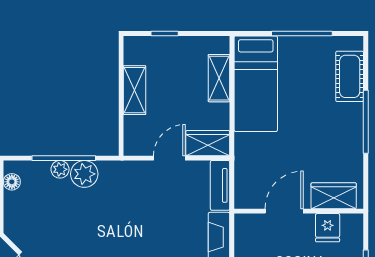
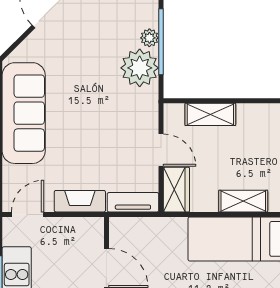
shelving: (135, 90) -> (210, 114), moved
plant: (84, 174) -> (140, 68), width x1.36, depth x1.36

